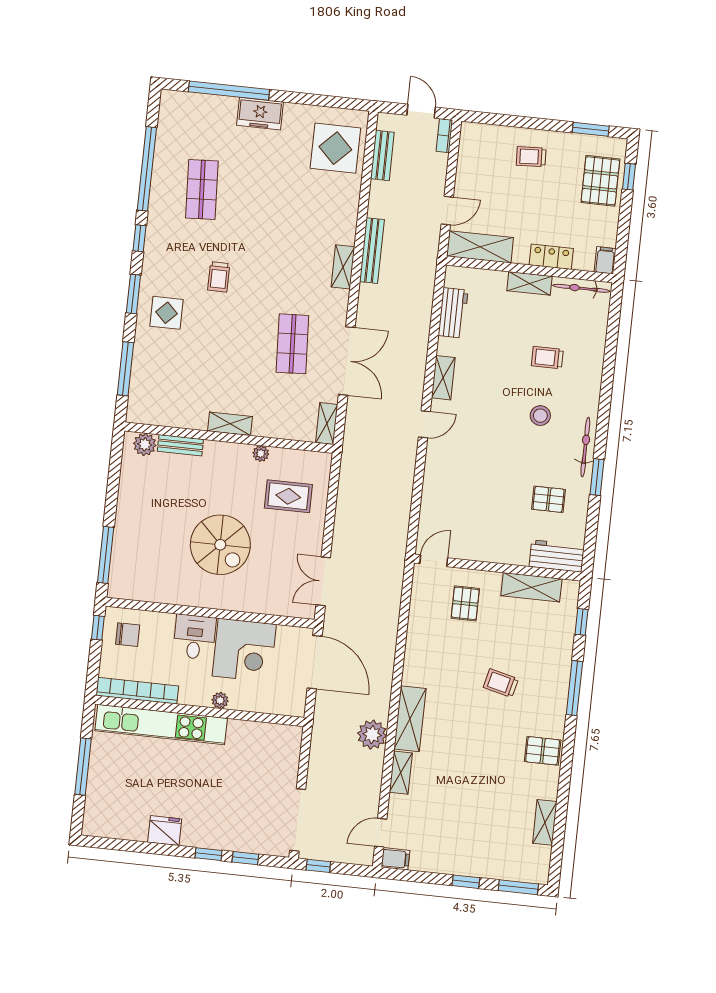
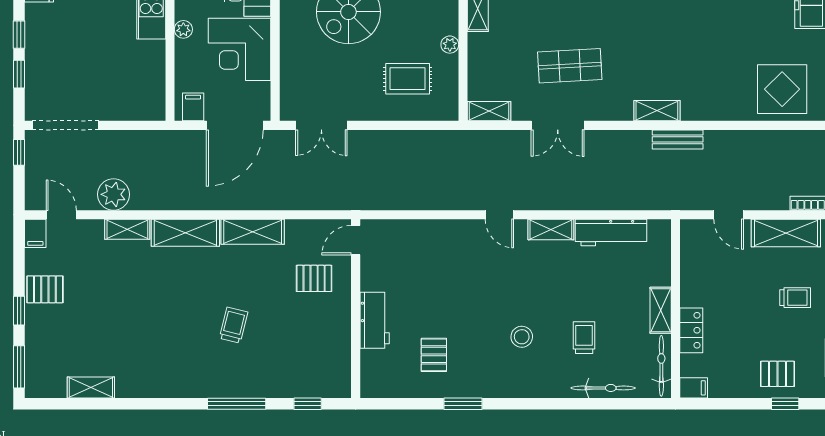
bench: (382, 155) -> (780, 140), removed
trolley: (531, 157) -> (795, 298), turned 93
pallet: (600, 181) -> (777, 374), width x0.67, depth x0.71
shelving: (480, 247) -> (786, 233), moved, turned 90
bench: (372, 251) -> (678, 139), width x0.73
workbench: (453, 313) -> (611, 233), width x1.38
double door: (347, 361) -> (558, 125), width x0.73
bicycle: (585, 447) -> (603, 388), moved
rug: (288, 496) -> (408, 79), turned 90
workbench: (557, 556) -> (375, 320), moved
door: (434, 561) -> (356, 240), swing flipped
double door: (323, 581) -> (321, 125), swing flipped
shelving: (531, 587) -> (253, 232), moved, turned 90
filing cabinet: (293, 699) -> (193, 107), added
plant: (372, 735) -> (114, 194), moved
pallet: (543, 751) -> (45, 289), moved, turned 90

